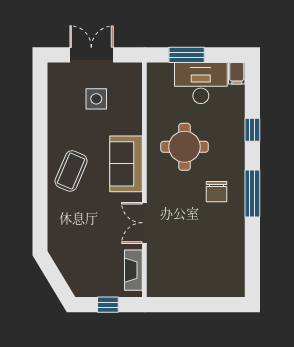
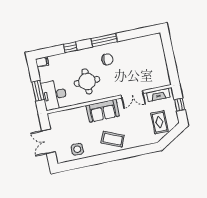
desk: (201, 83) -> (54, 95), moved
side table: (96, 99) -> (77, 149), moved
rug: (84, 262) -> (159, 122), added

